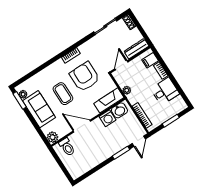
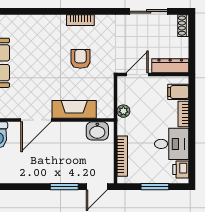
armchair: (85, 77) -> (80, 59), width x0.53, depth x0.53
coffee table: (63, 94) -> (39, 63), removed
fireplace: (109, 100) -> (74, 109), moved
printer: (179, 102) -> (181, 170), added
washing machine: (108, 118) -> (76, 131), removed
door: (82, 126) -> (36, 120), swing flipped

